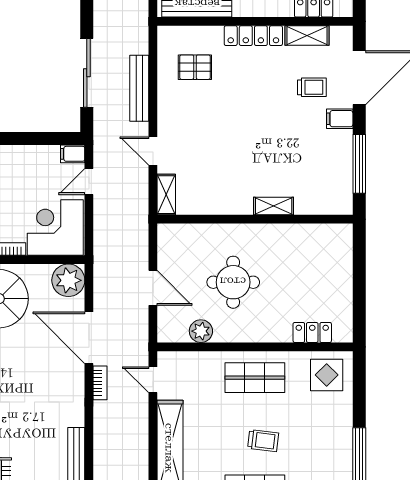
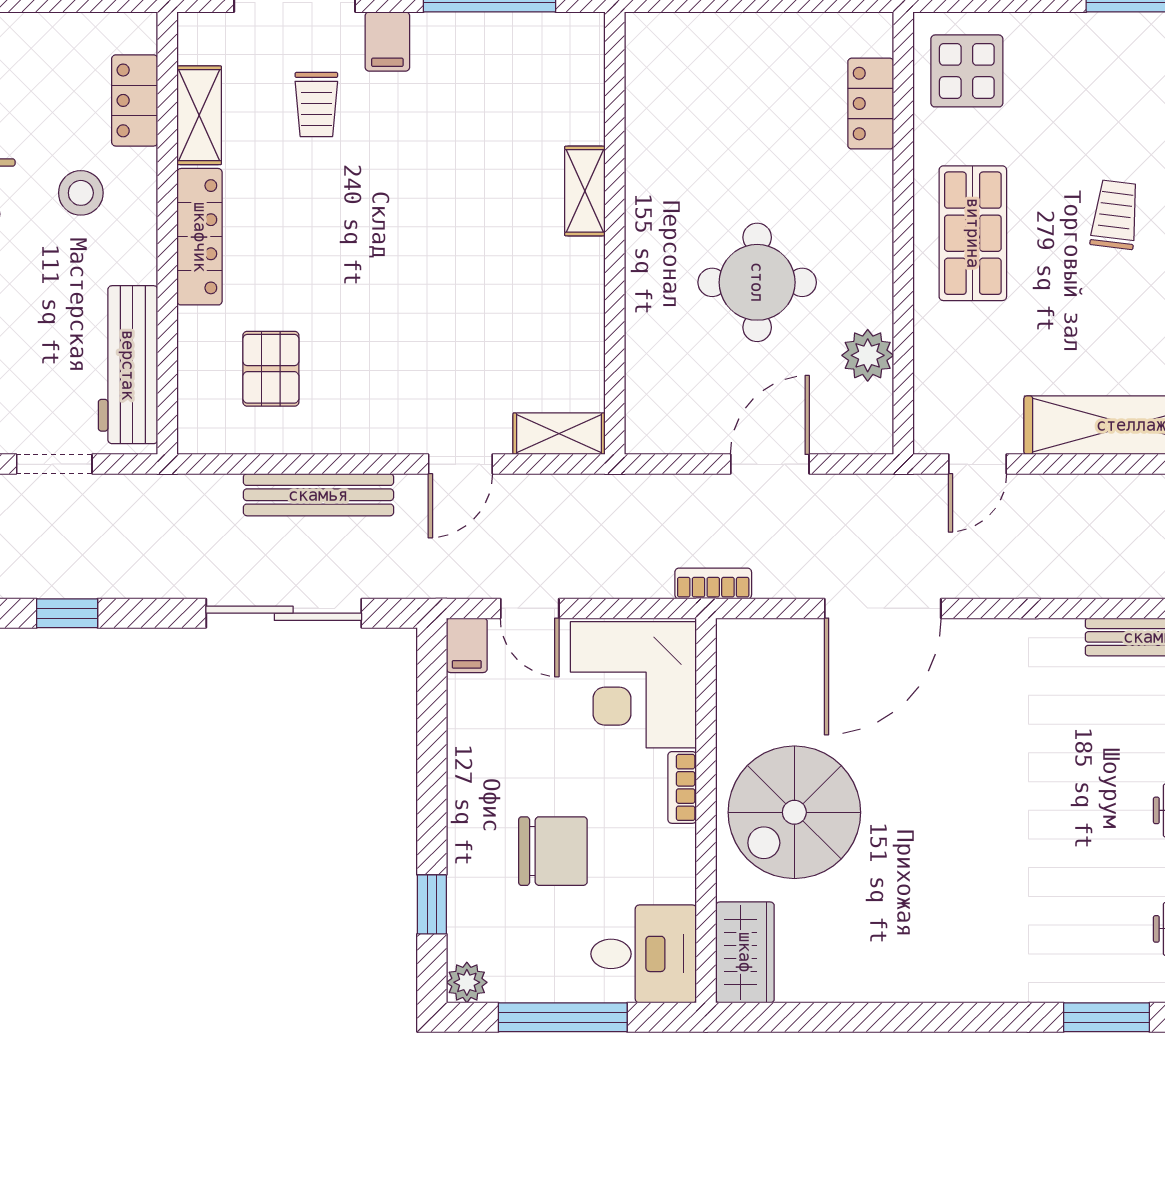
trolley: (312, 87) -> (316, 104), turned 180
plant: (68, 280) -> (753, 655), removed
bookcase: (100, 383) -> (713, 583), moved

